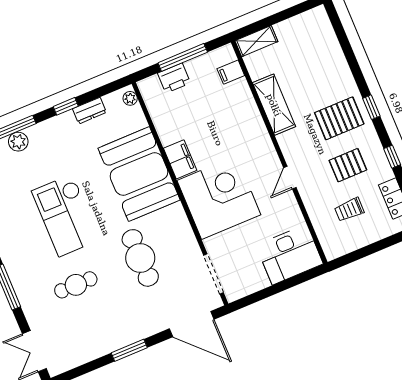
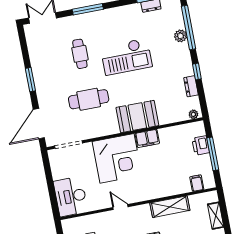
shelving: (256, 41) -> (216, 216), moved
booth: (139, 174) -> (137, 117), width x0.73, depth x0.70
checkout: (66, 215) -> (126, 57), turned 180

